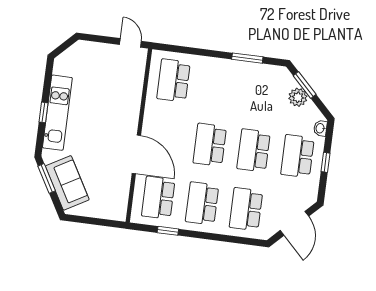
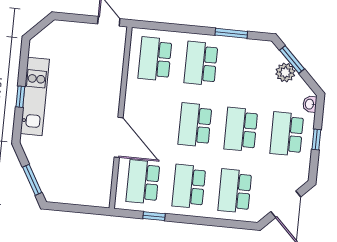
school desk: (217, 86) -> (201, 63), added
window: (47, 178) -> (32, 180), moved
sofa: (67, 183) -> (47, 169), removed

